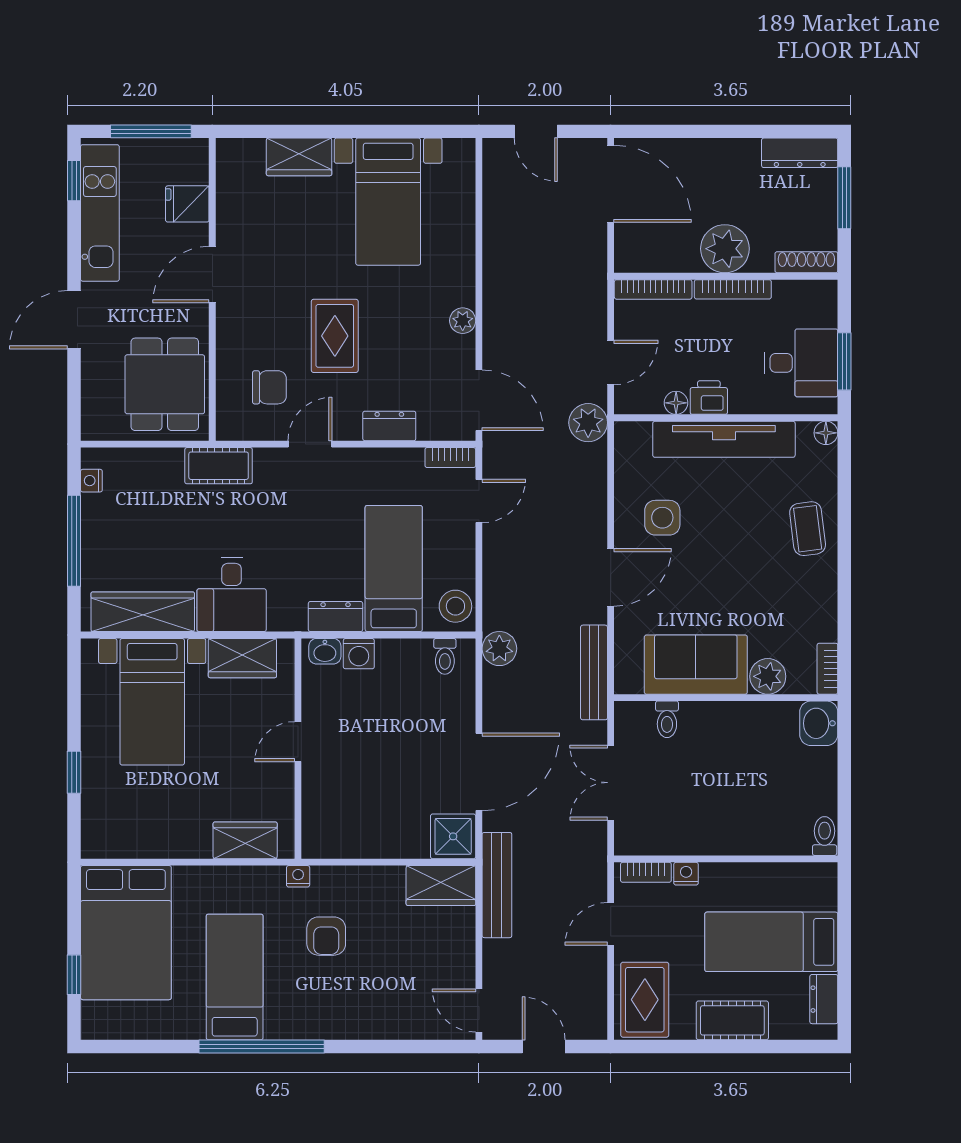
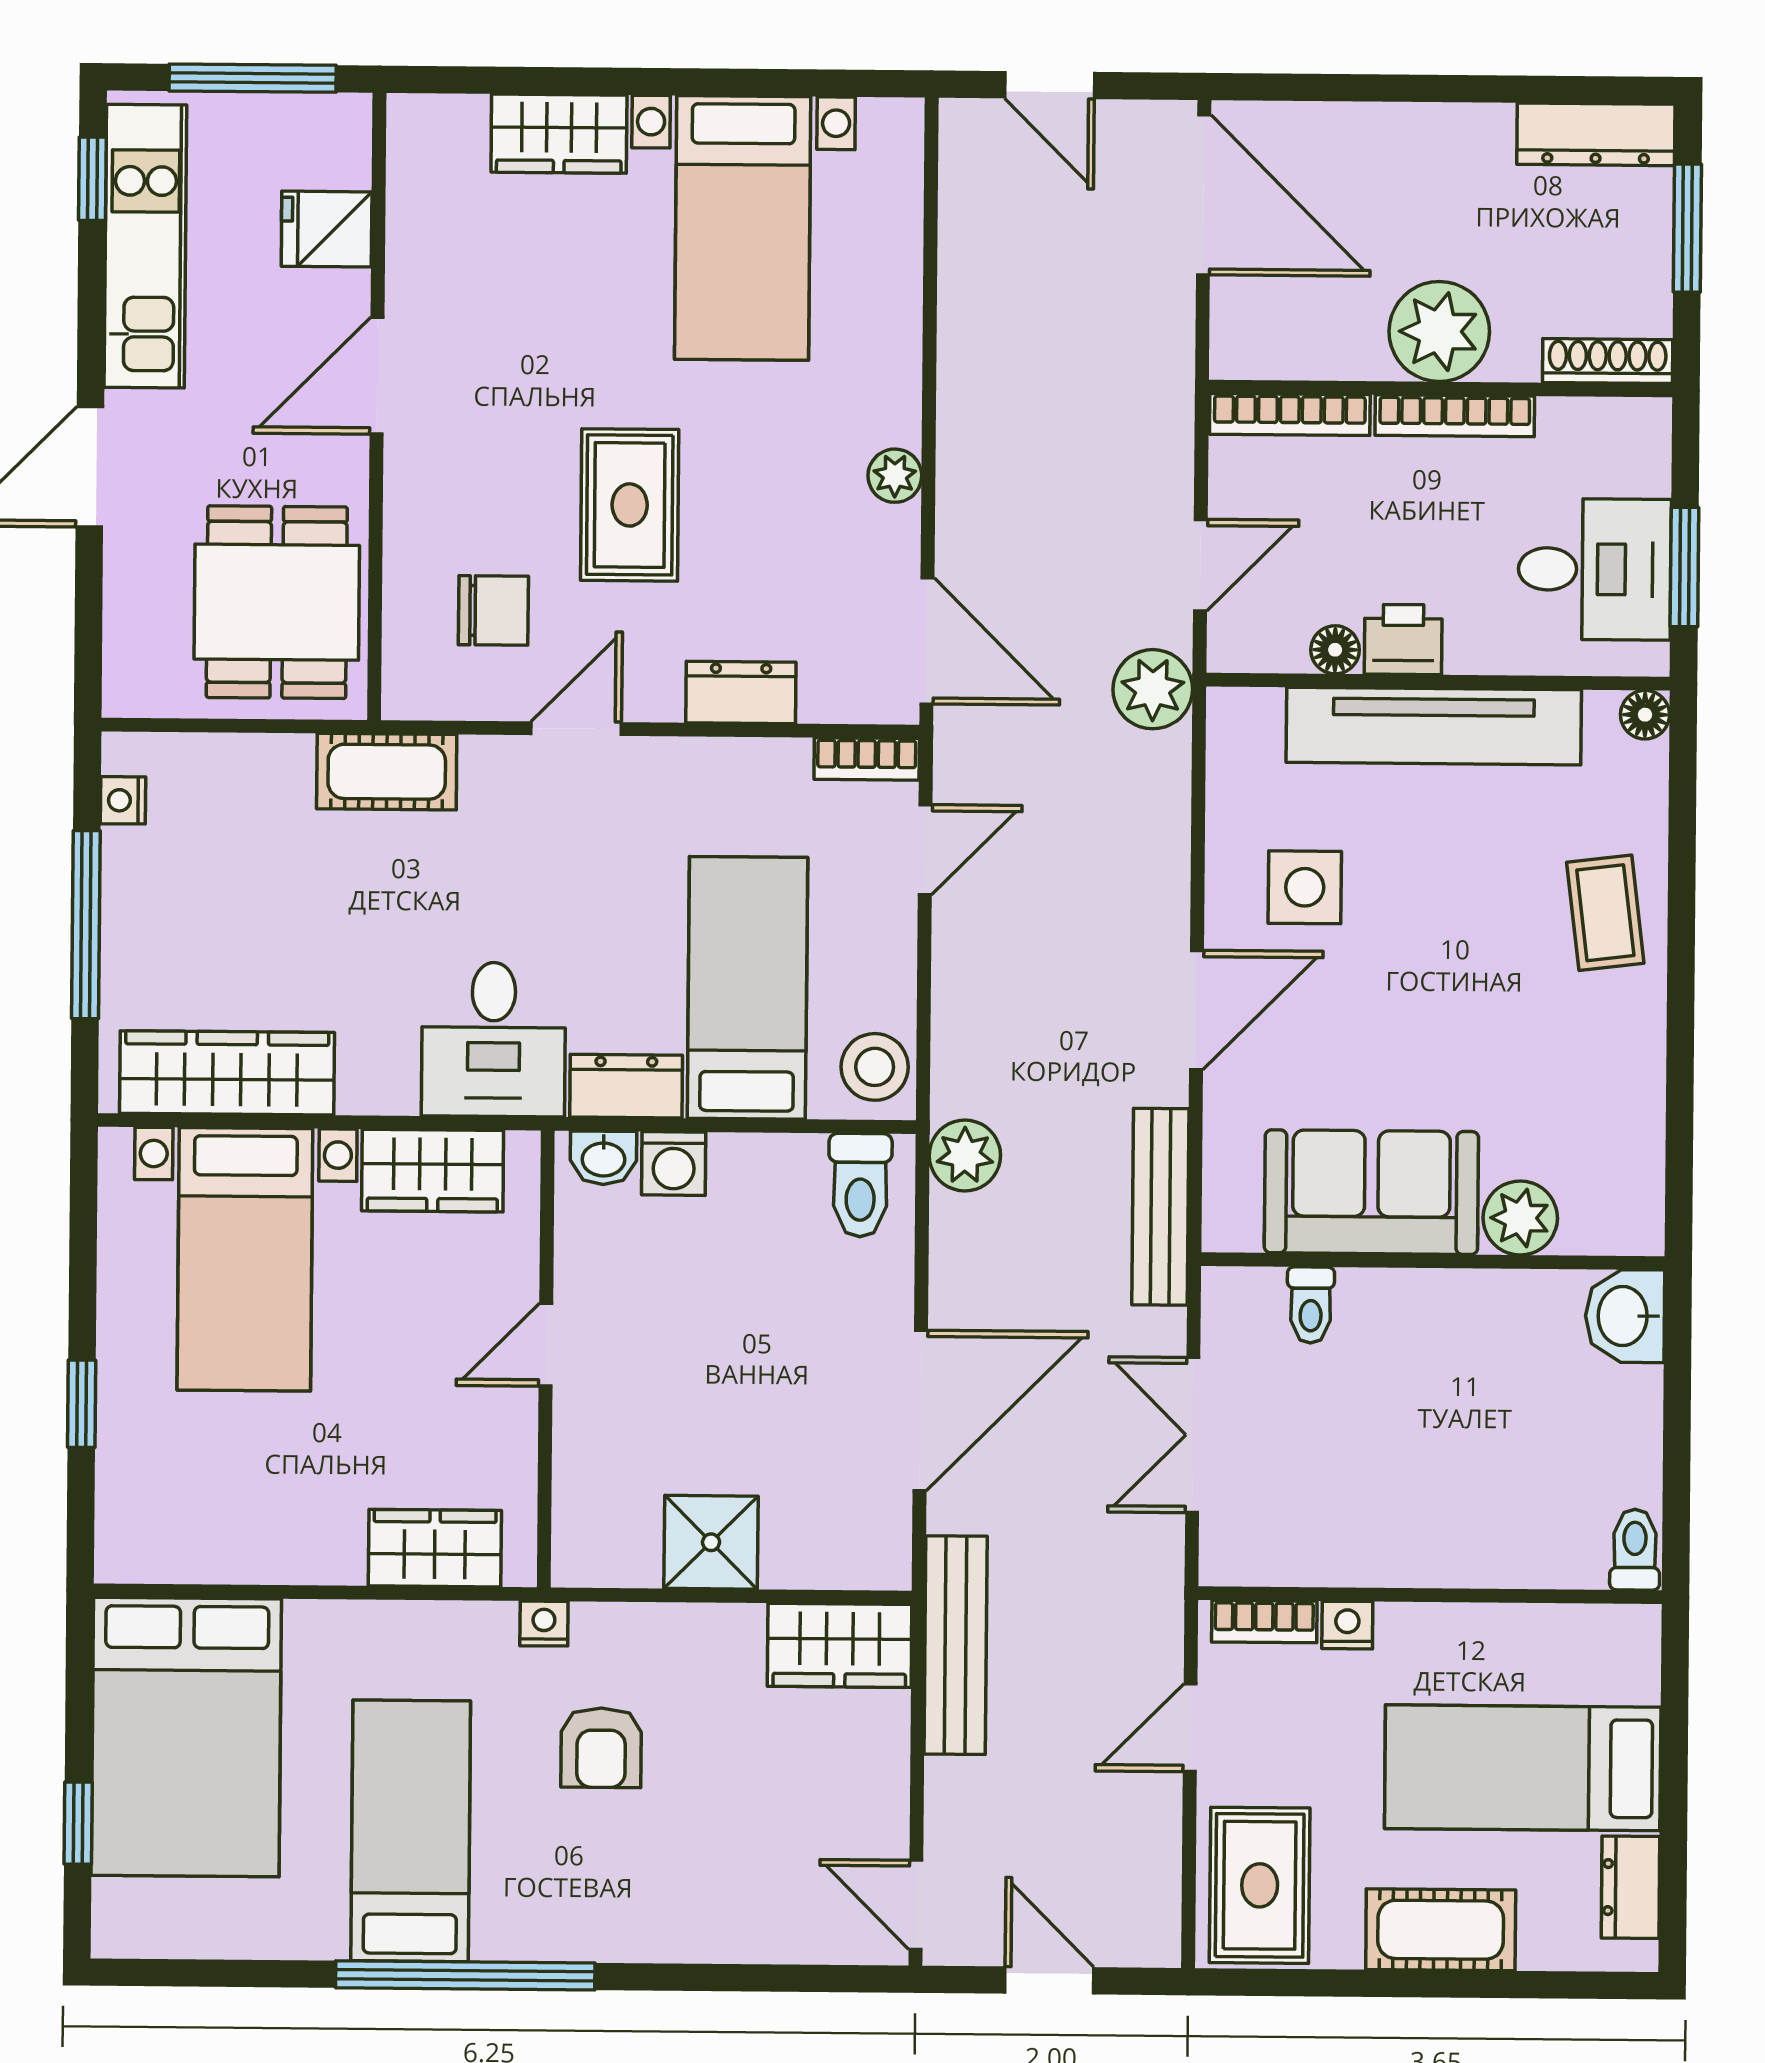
desk: (232, 595) -> (494, 1039), moved
toilet: (445, 656) -> (860, 1185), width x1.37, depth x1.39
bookcase: (827, 669) -> (1644, 1203), removed
shower: (453, 836) -> (711, 1542), moved

